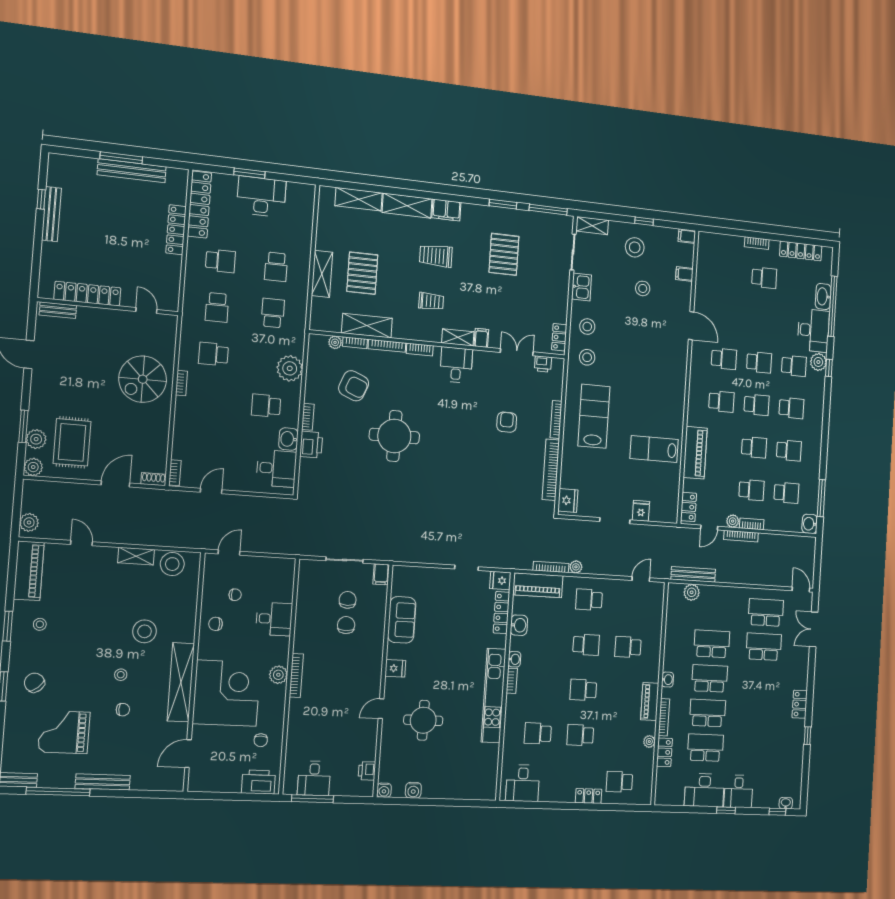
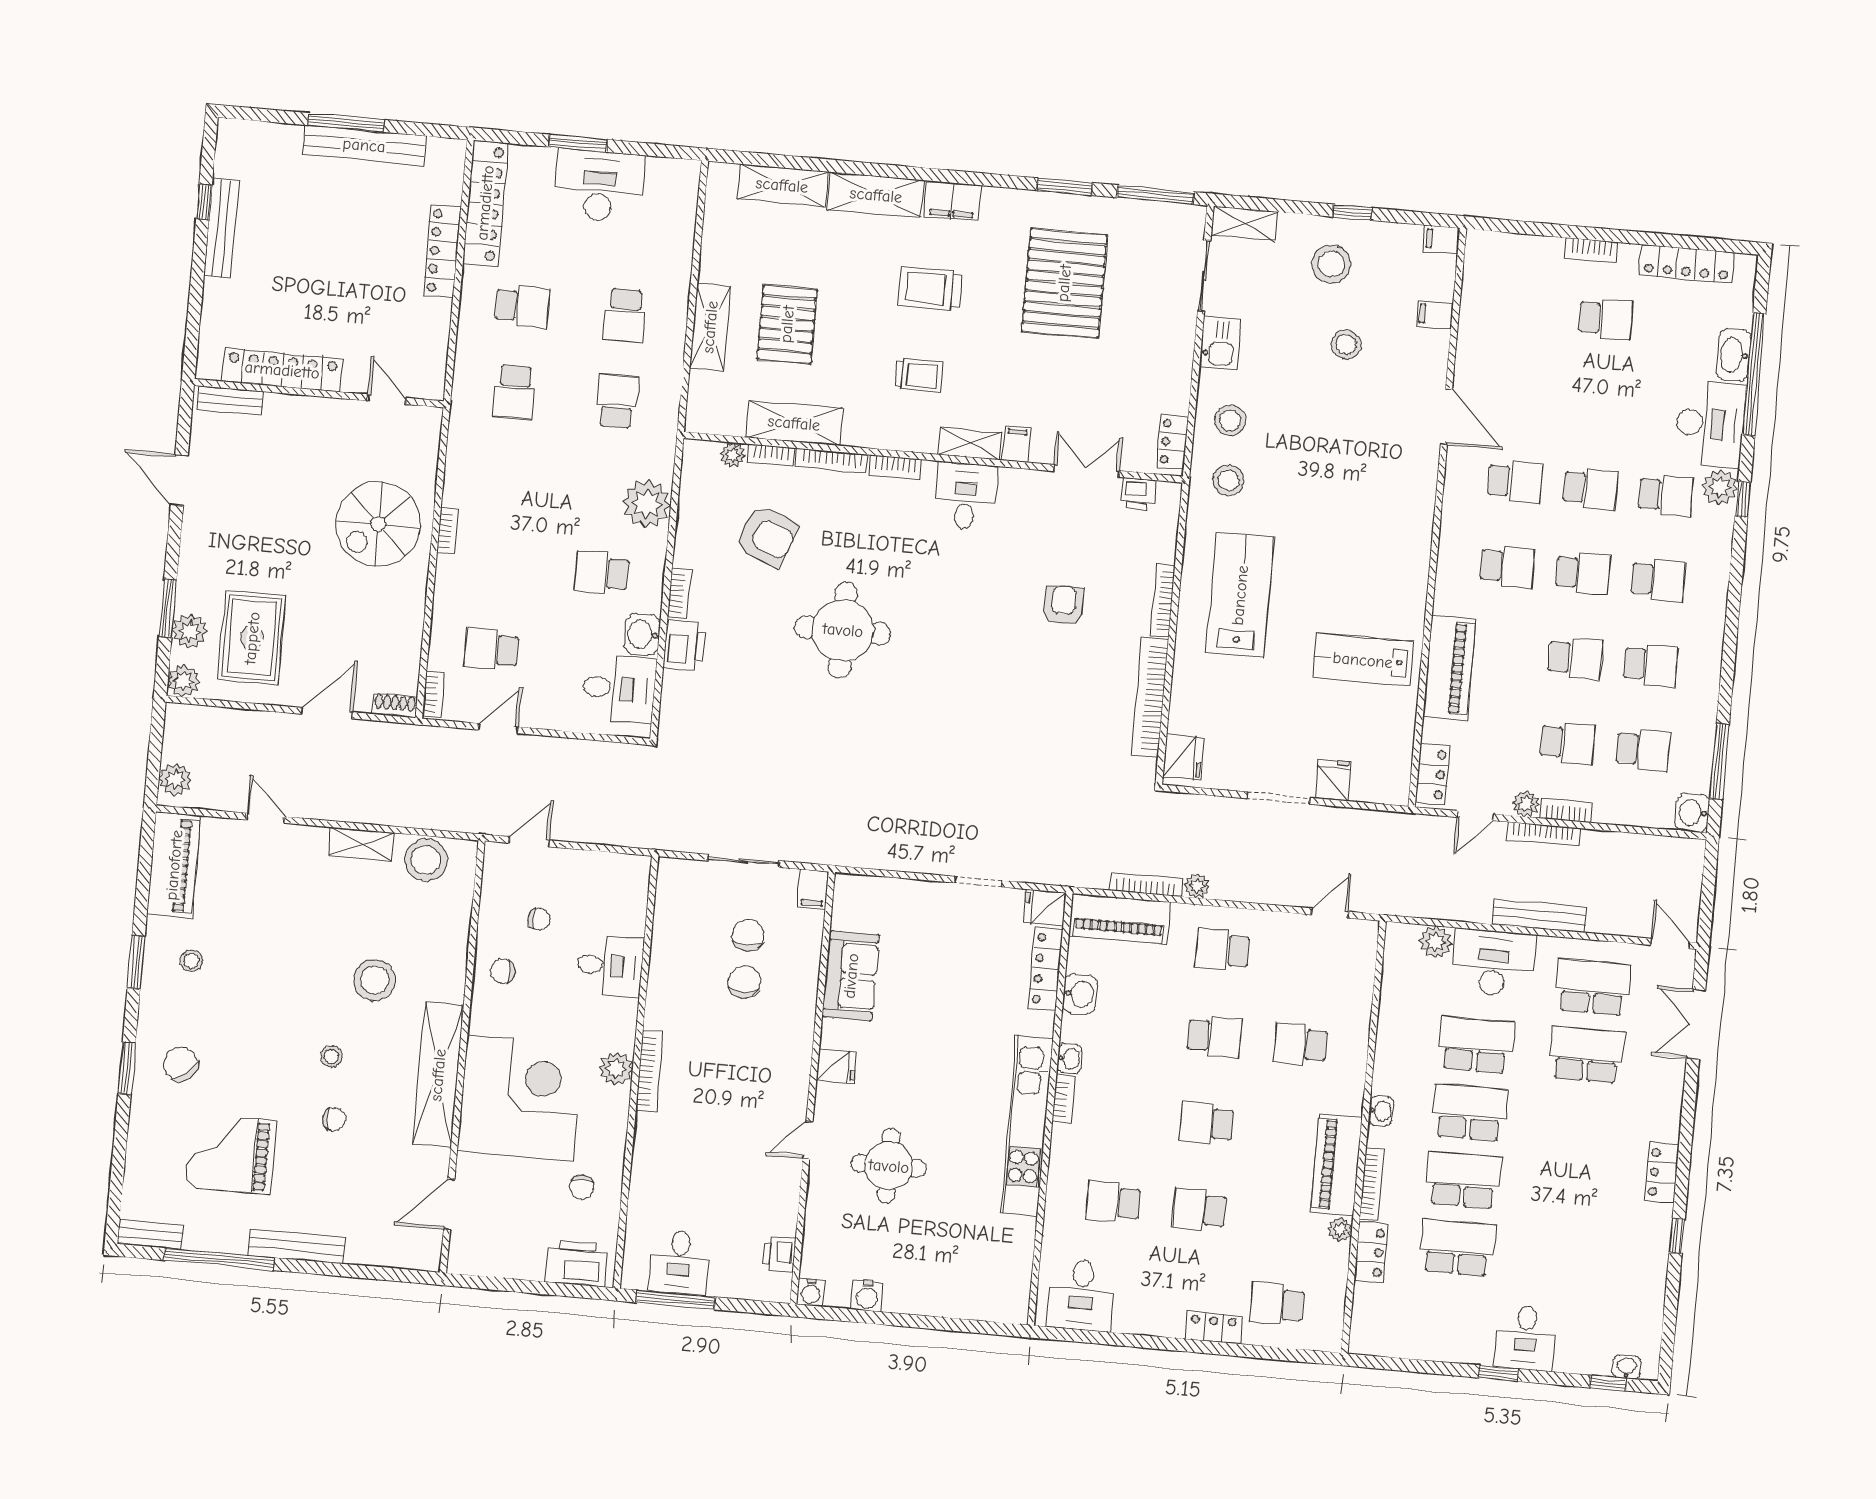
pallet: (504, 254) -> (1064, 283), width x1.37, depth x1.41
school desk: (214, 354) -> (491, 649), moved
bench: (693, 574) -> (1539, 916), moved
piano: (650, 702) -> (1336, 1165), width x1.37, depth x1.33
desk: (704, 790) -> (1493, 963), moved, turned 180

